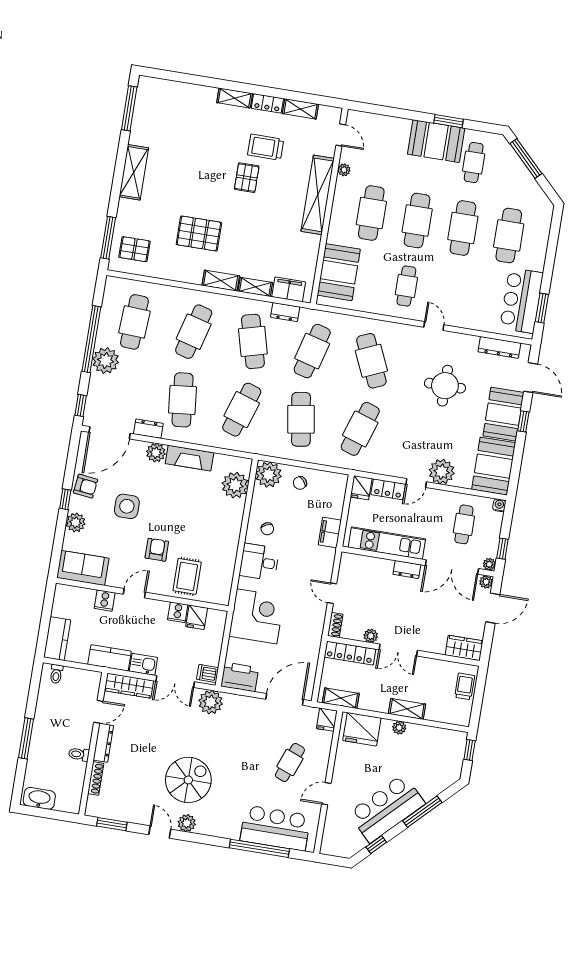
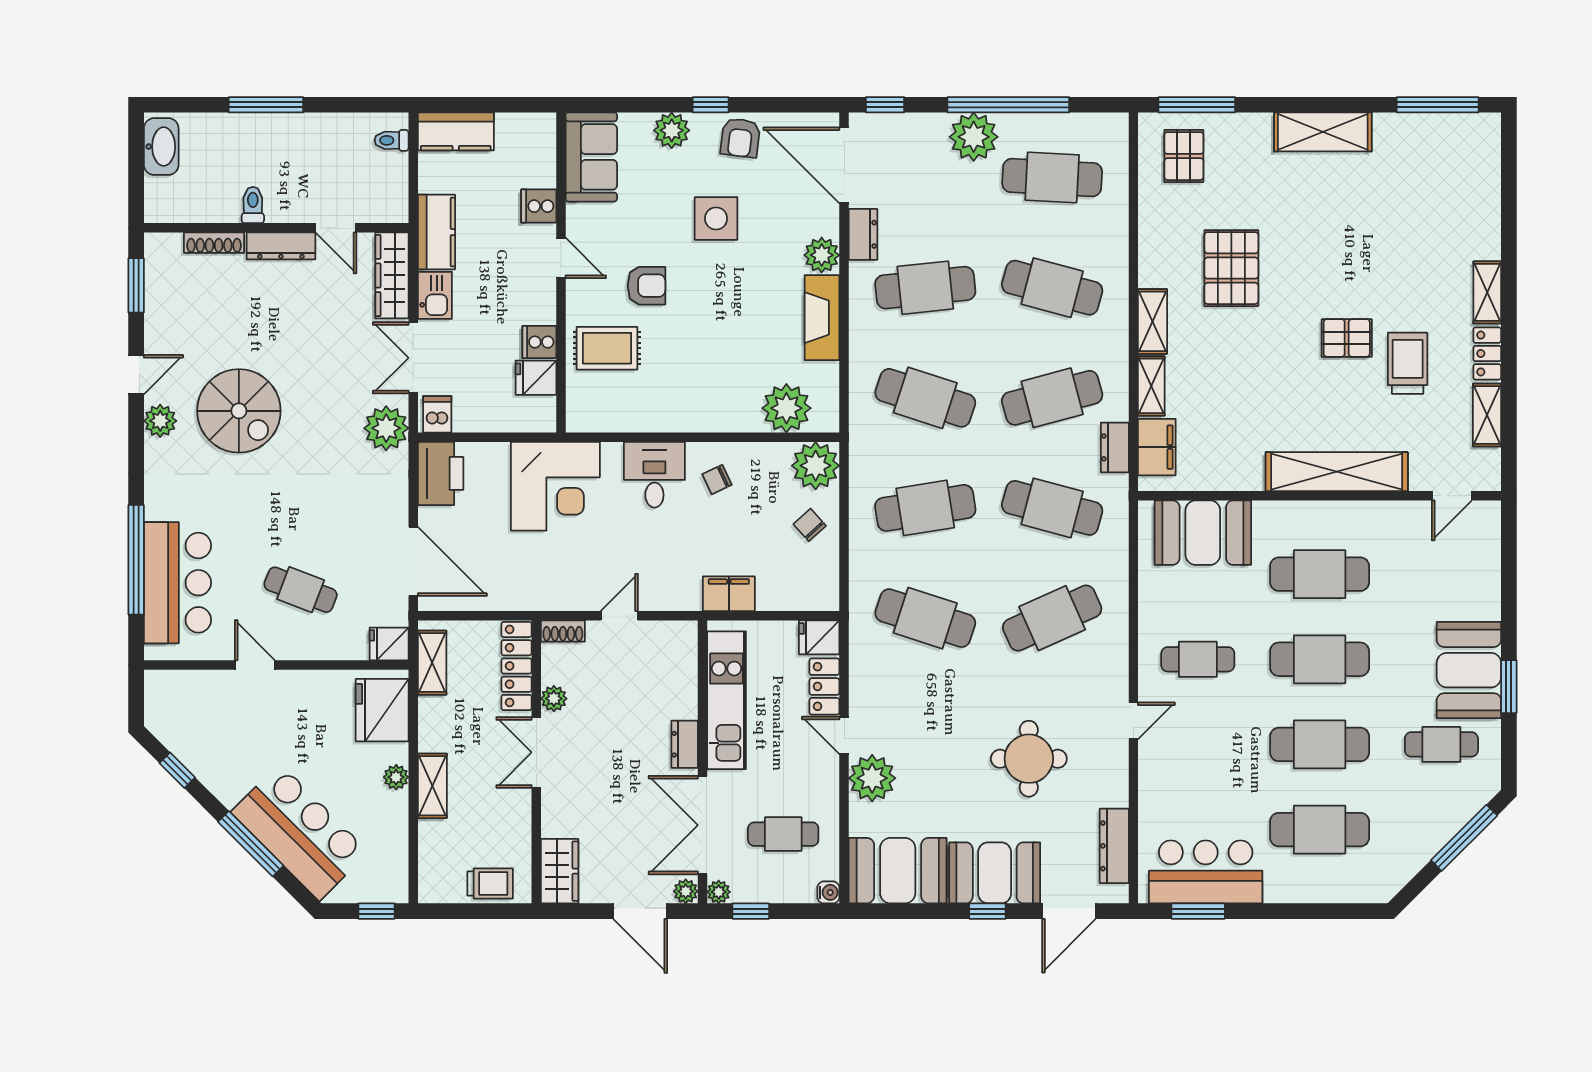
plant: (344, 170) -> (1390, 512), removed
bar counter: (387, 808) -> (300, 832), moved

